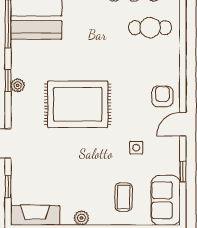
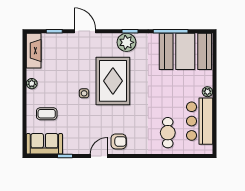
plant: (18, 85) -> (126, 42), width x1.88, depth x1.88
door: (183, 124) -> (99, 156), hinge flipped
side table: (136, 148) -> (84, 93), moved

